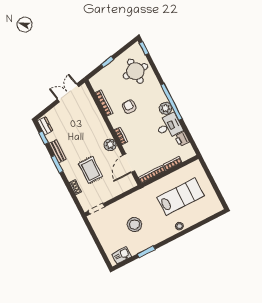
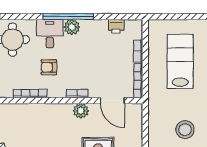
desk: (169, 126) -> (50, 34), moved

